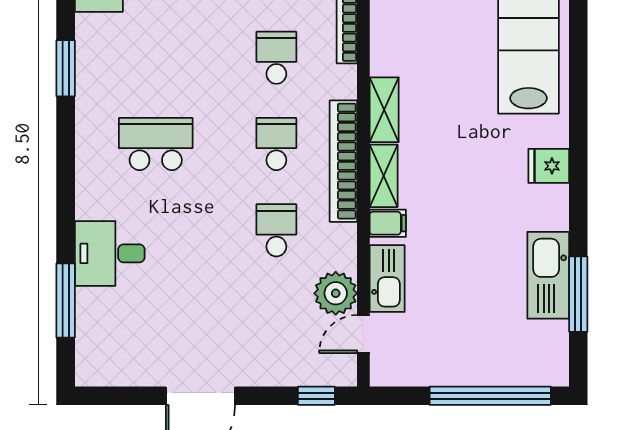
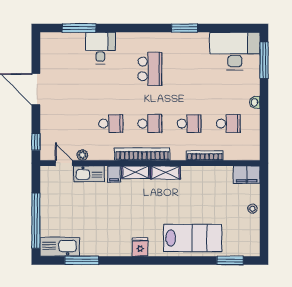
kitchen sink: (548, 275) -> (60, 247), moved
plant: (336, 293) -> (82, 155), width x0.53, depth x0.53

